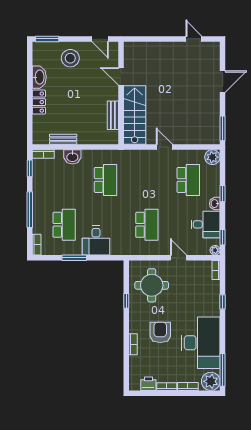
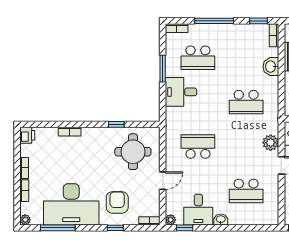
plant: (212, 157) -> (271, 143), moved
window: (223, 194) -> (231, 228), removed
school desk: (147, 225) -> (198, 147), turned 180
armchair: (160, 332) -> (117, 202), moved, turned -90
window: (223, 370) -> (58, 228), moved
plant: (211, 381) -> (25, 220), width x0.53, depth x0.53
printer: (148, 384) -> (27, 135), moved

